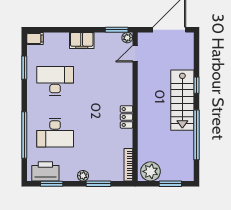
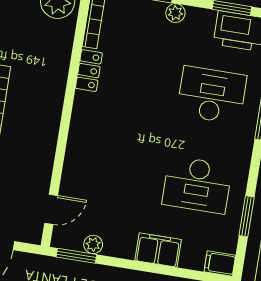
plant: (127, 38) -> (93, 244), moved
filing cabinet: (82, 40) -> (158, 250), moved
locker: (126, 117) -> (89, 71), moved

